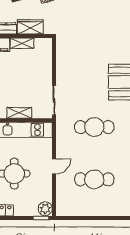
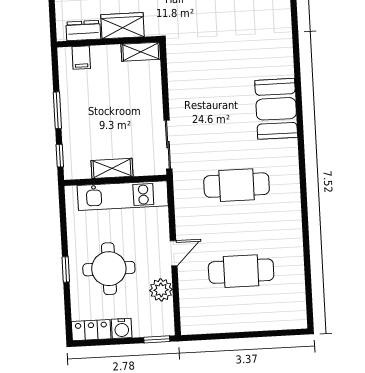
shelving: (22, 43) -> (141, 52), moved
plant: (45, 209) -> (161, 290), moved
water cooler: (20, 210) -> (122, 328), added

